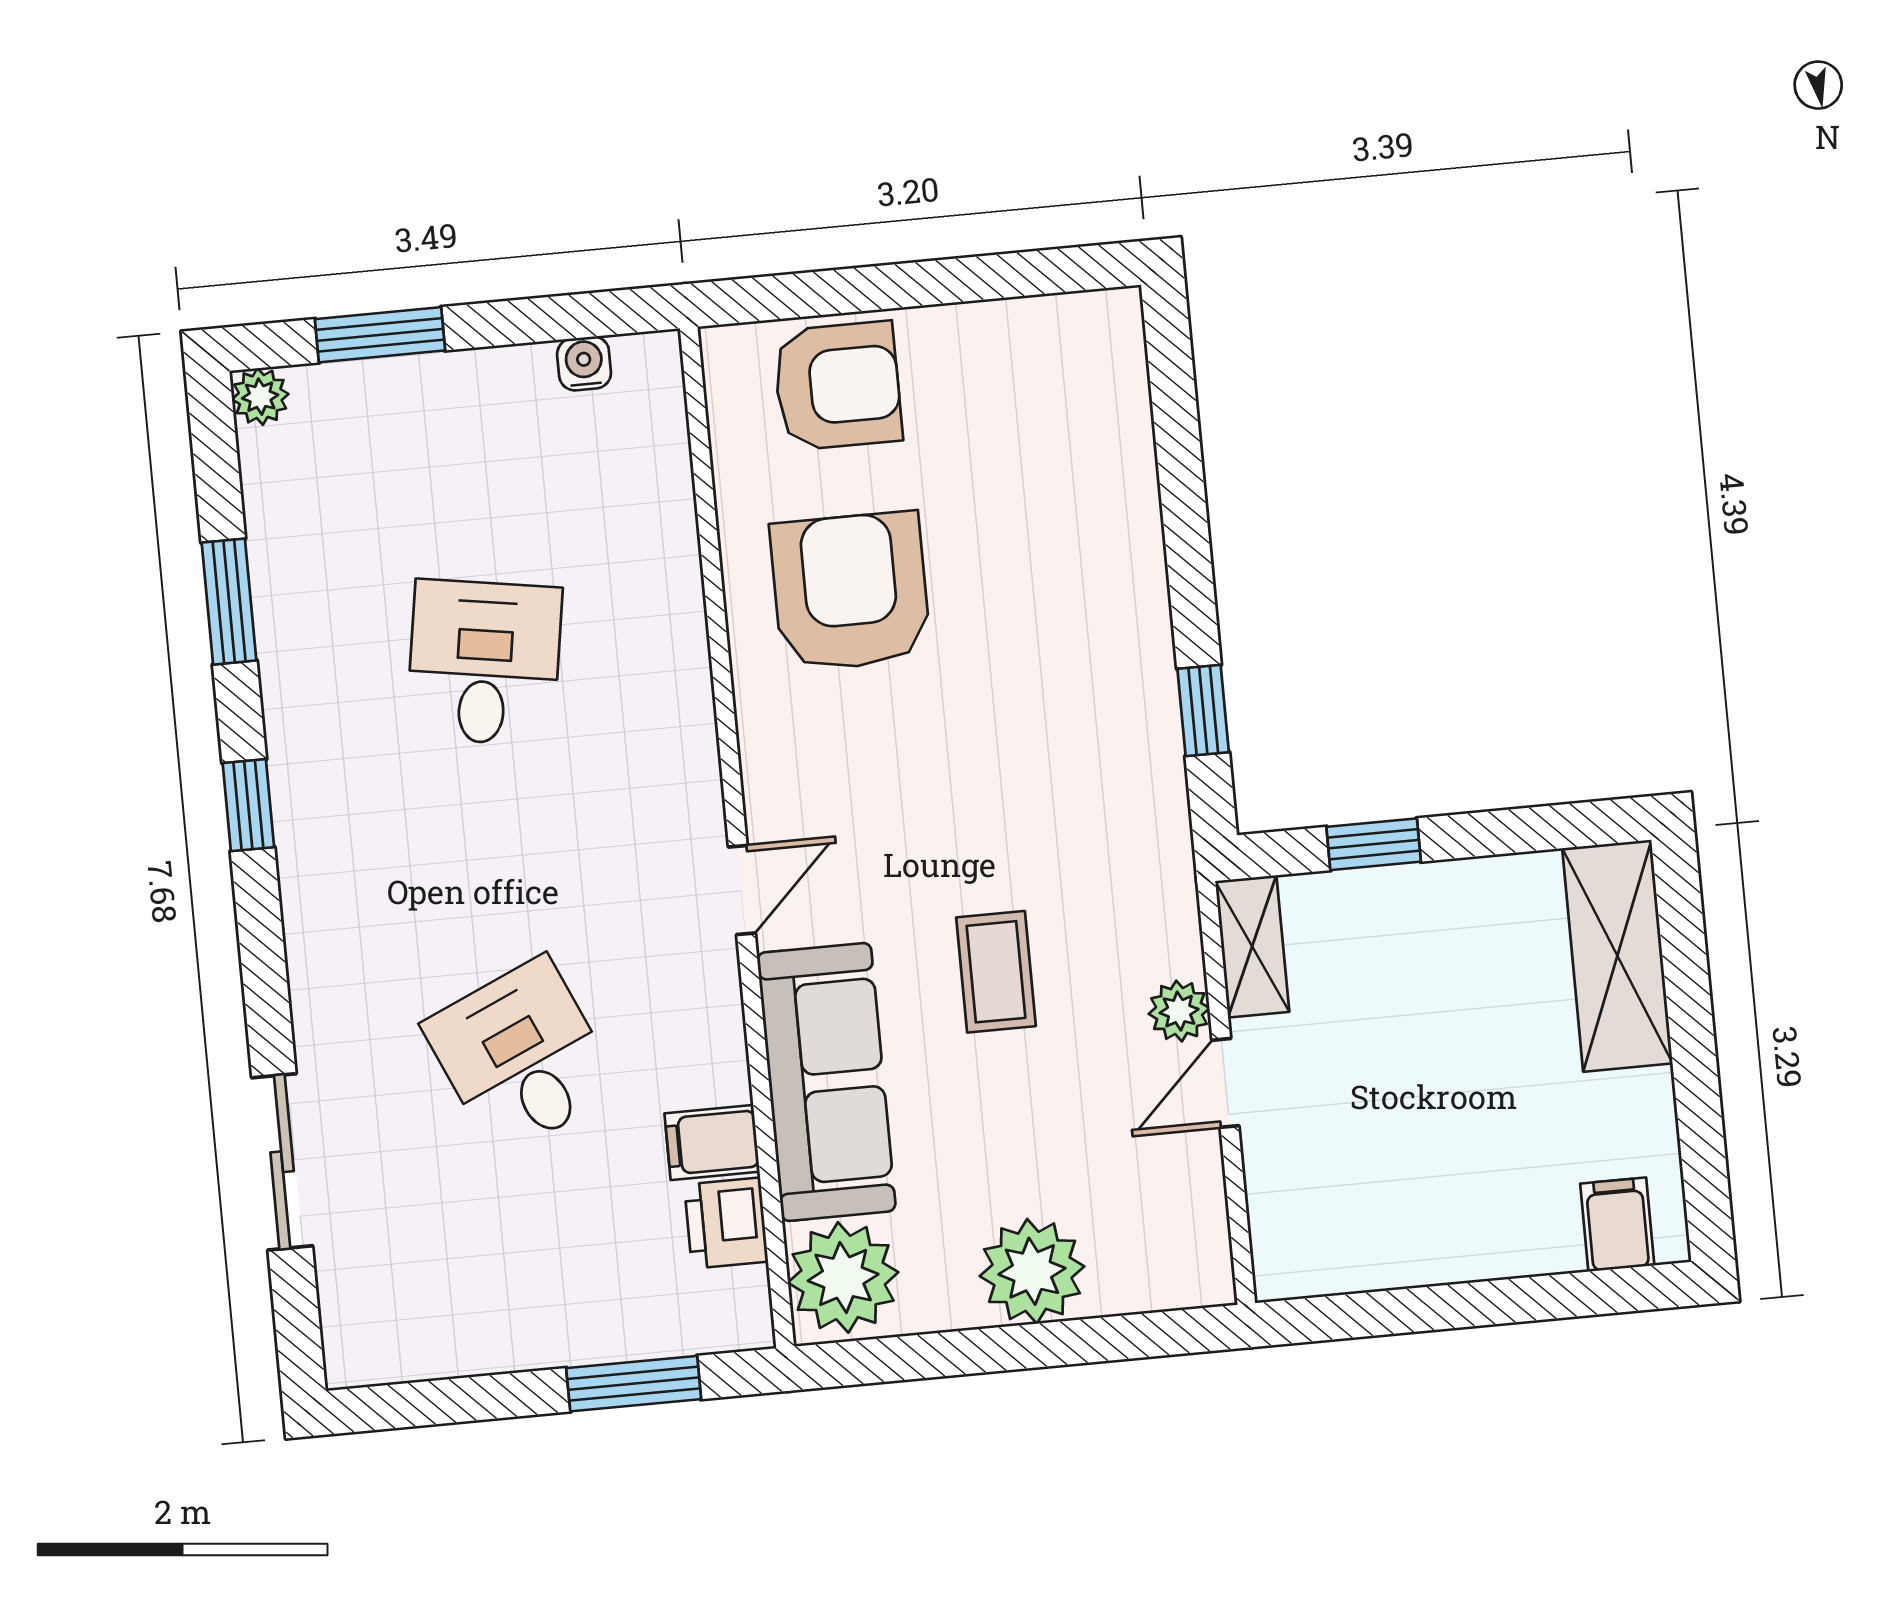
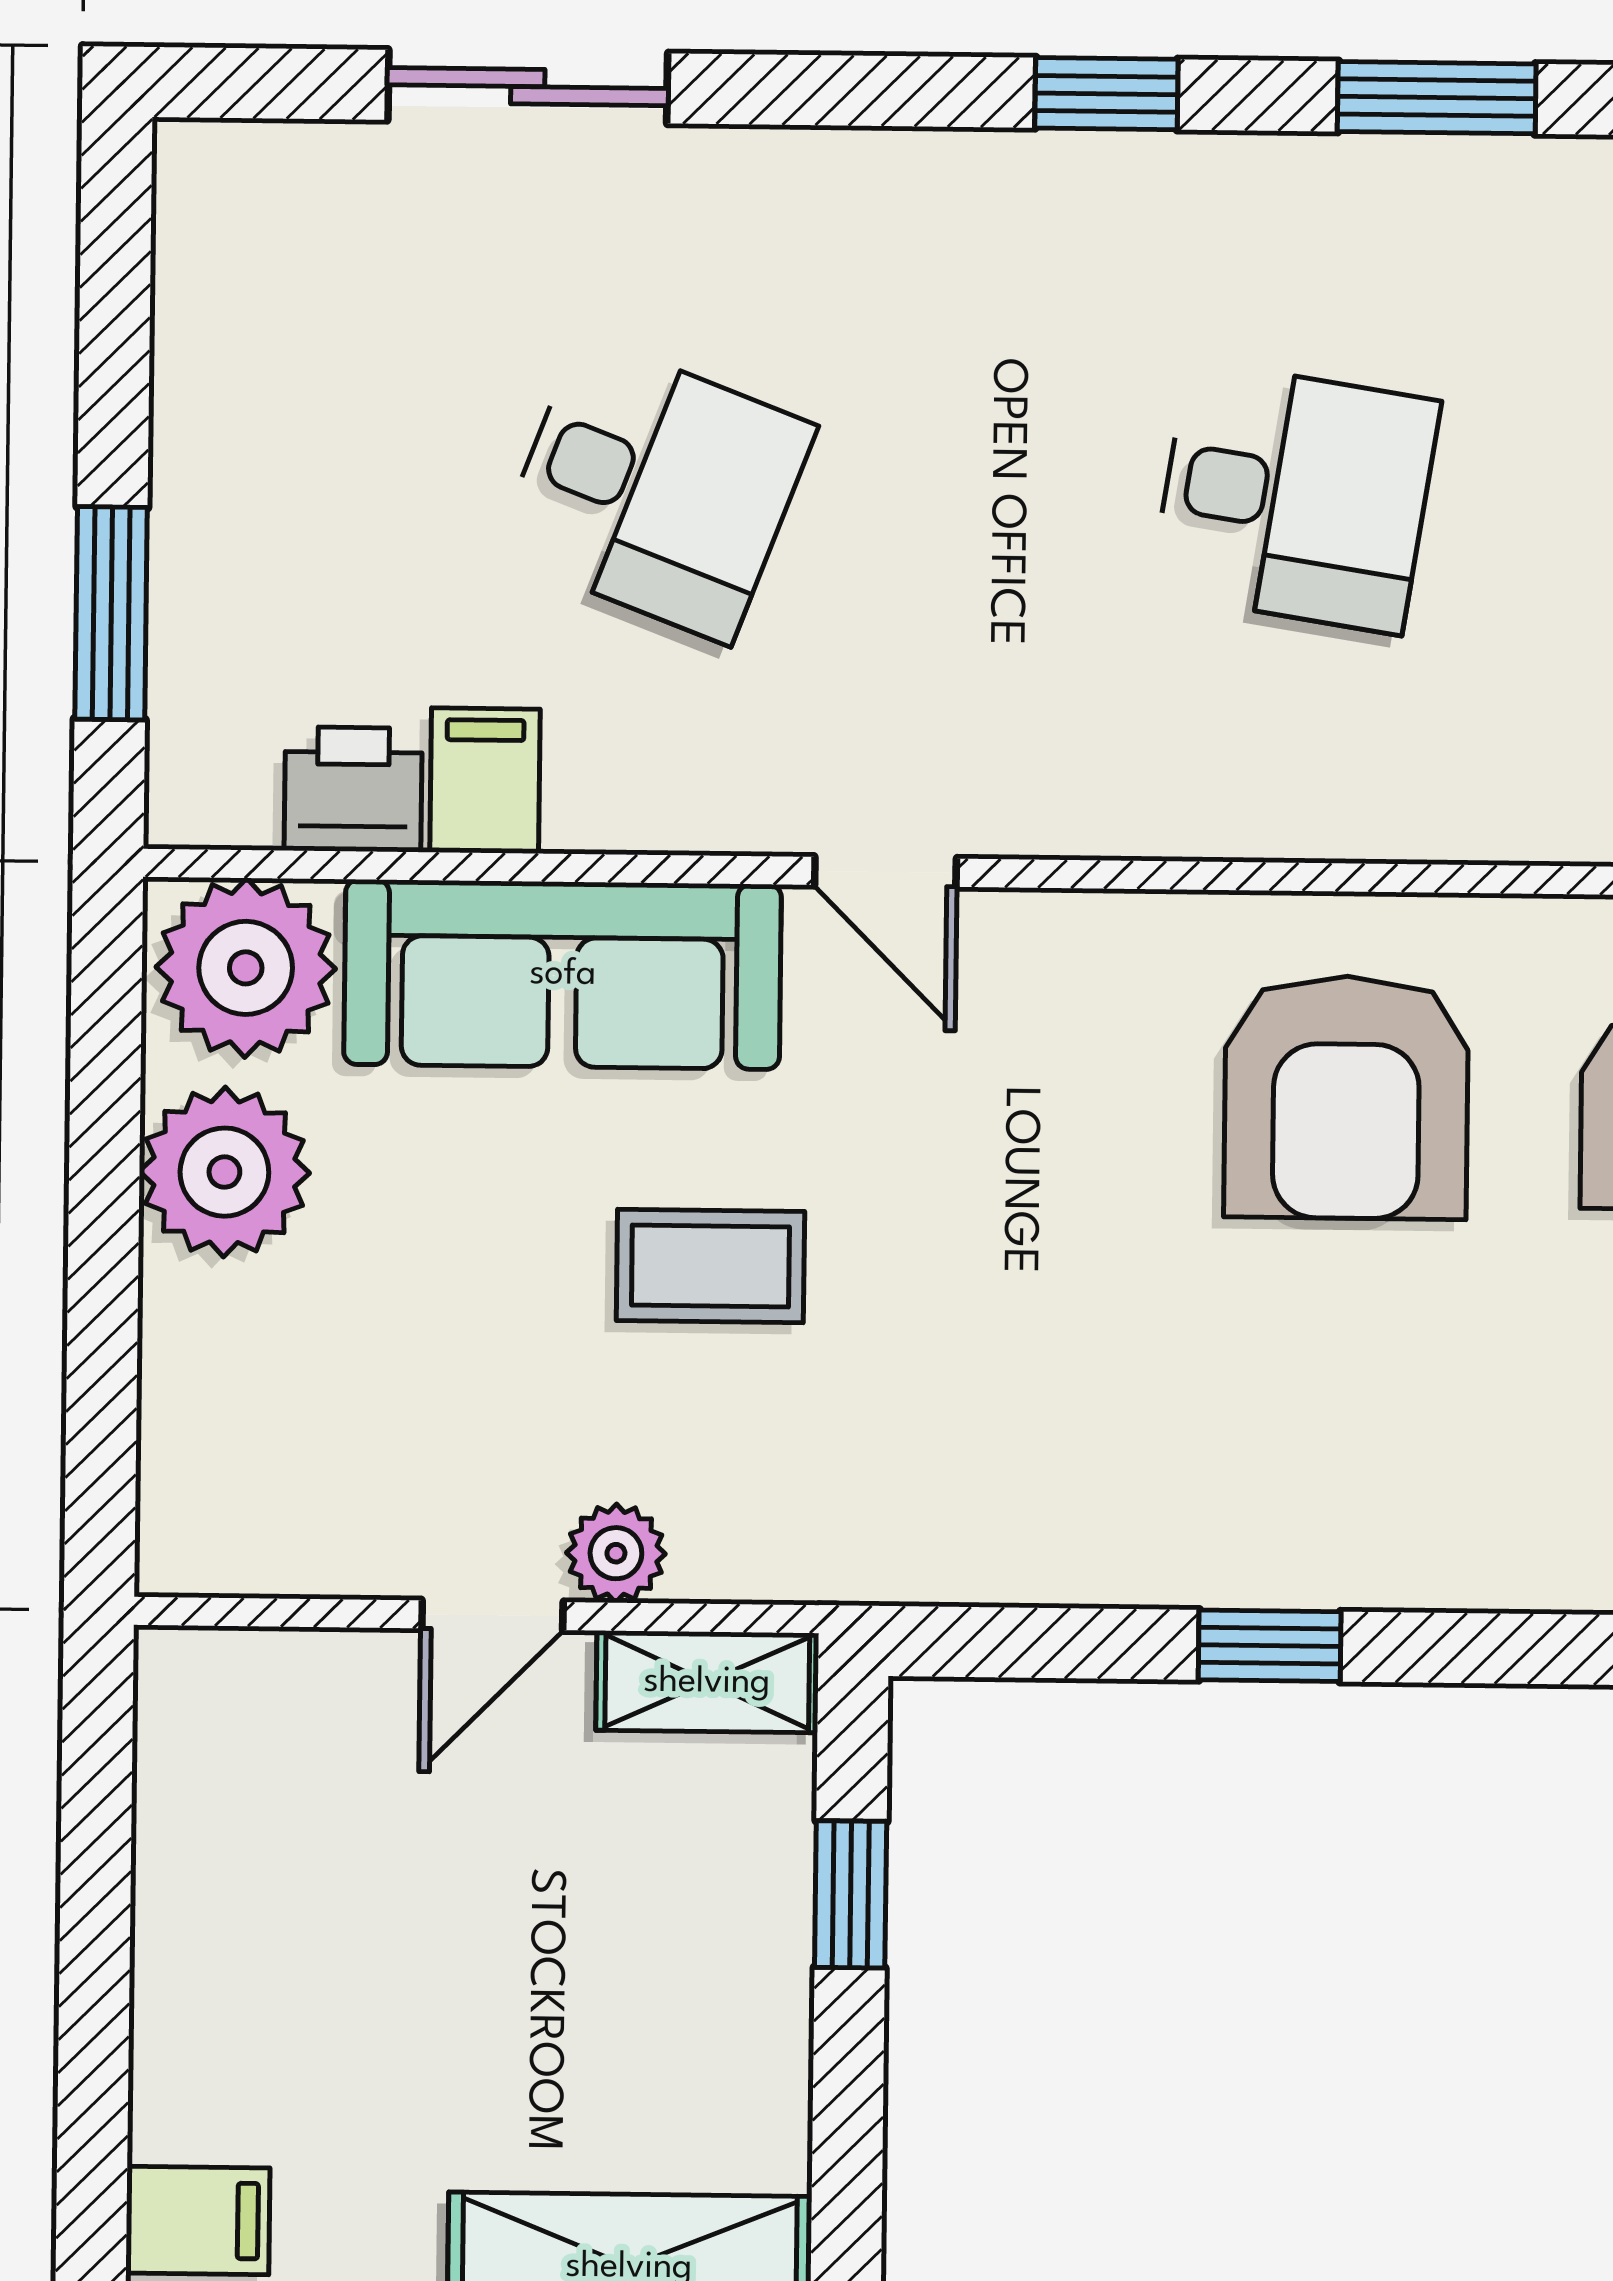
armchair: (850, 592) -> (1346, 1097), turned 90
window: (1203, 711) -> (1270, 1646), moved
desk: (521, 1057) -> (655, 489), turned 45
door: (1225, 1083) -> (492, 1615), swing flipped
plant: (1032, 1271) -> (224, 1172), moved

